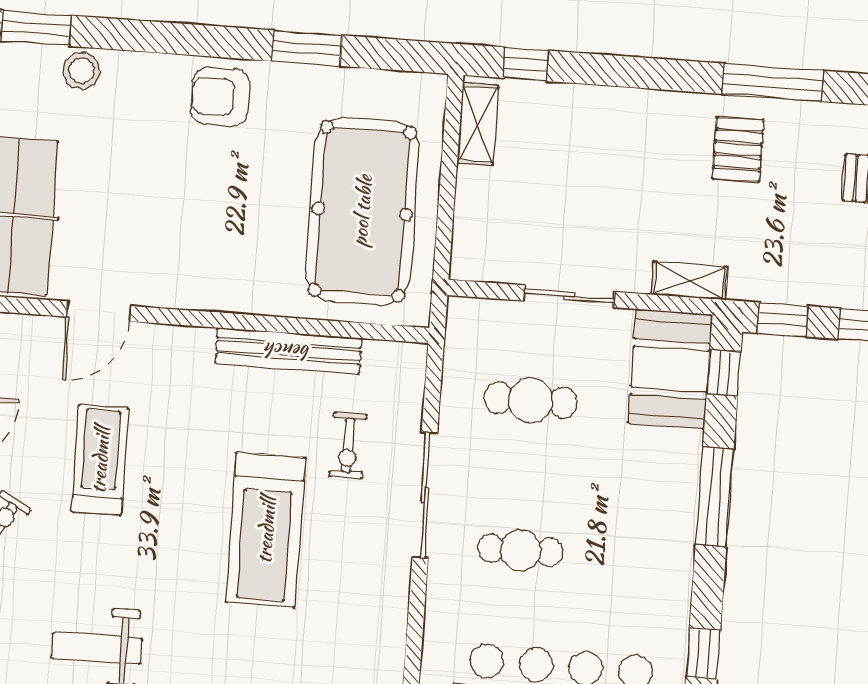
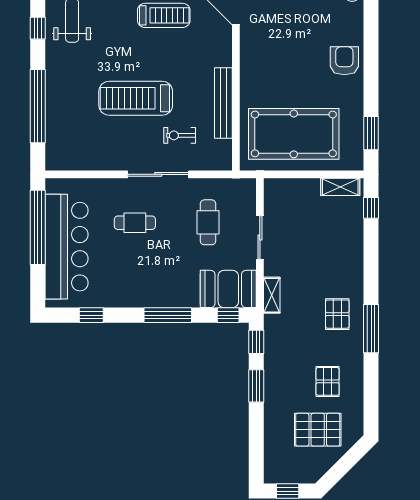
window: (307, 48) -> (371, 133), moved
pallet: (738, 149) -> (337, 314), turned 90
cafe table: (520, 550) -> (135, 223), turned 90

